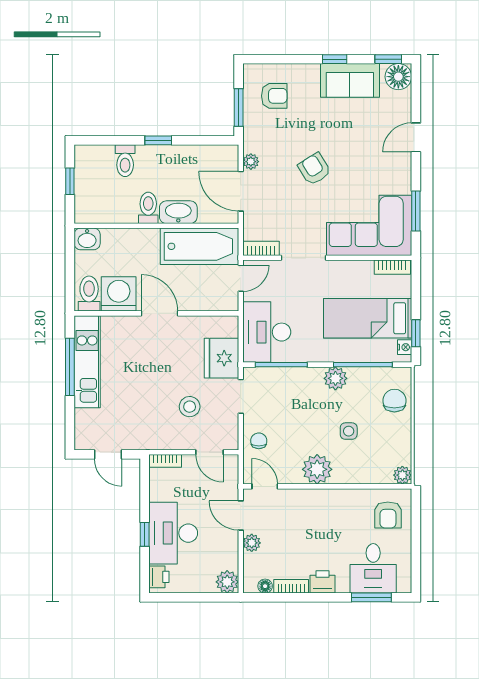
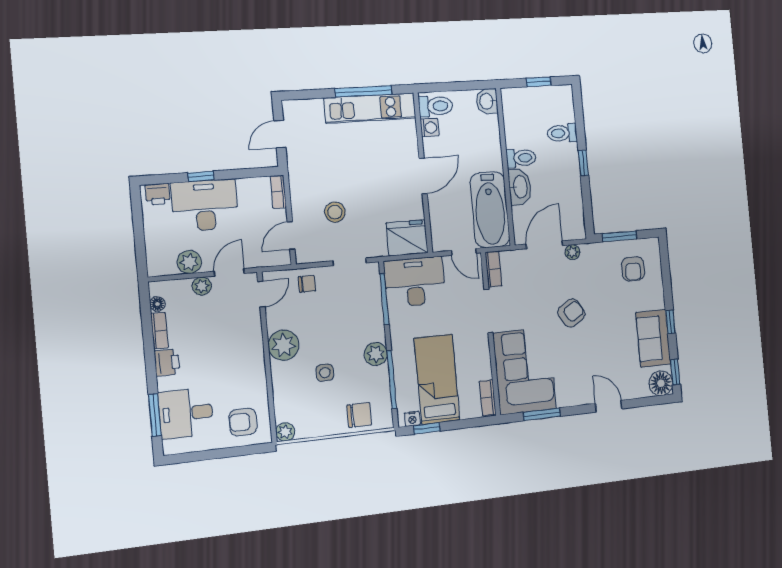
washing machine: (119, 294) -> (430, 128), width x0.53, depth x0.53
fridge: (222, 358) -> (407, 238), moved
plant: (227, 582) -> (189, 262), moved

